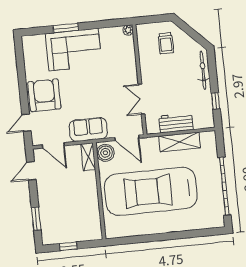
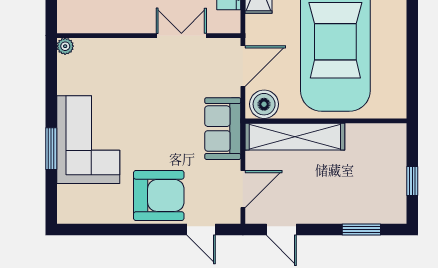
armchair: (44, 95) -> (159, 195), turned 180
double door: (141, 99) -> (181, 36), swing flipped
shelving: (88, 157) -> (295, 137), width x2.20, depth x1.33

